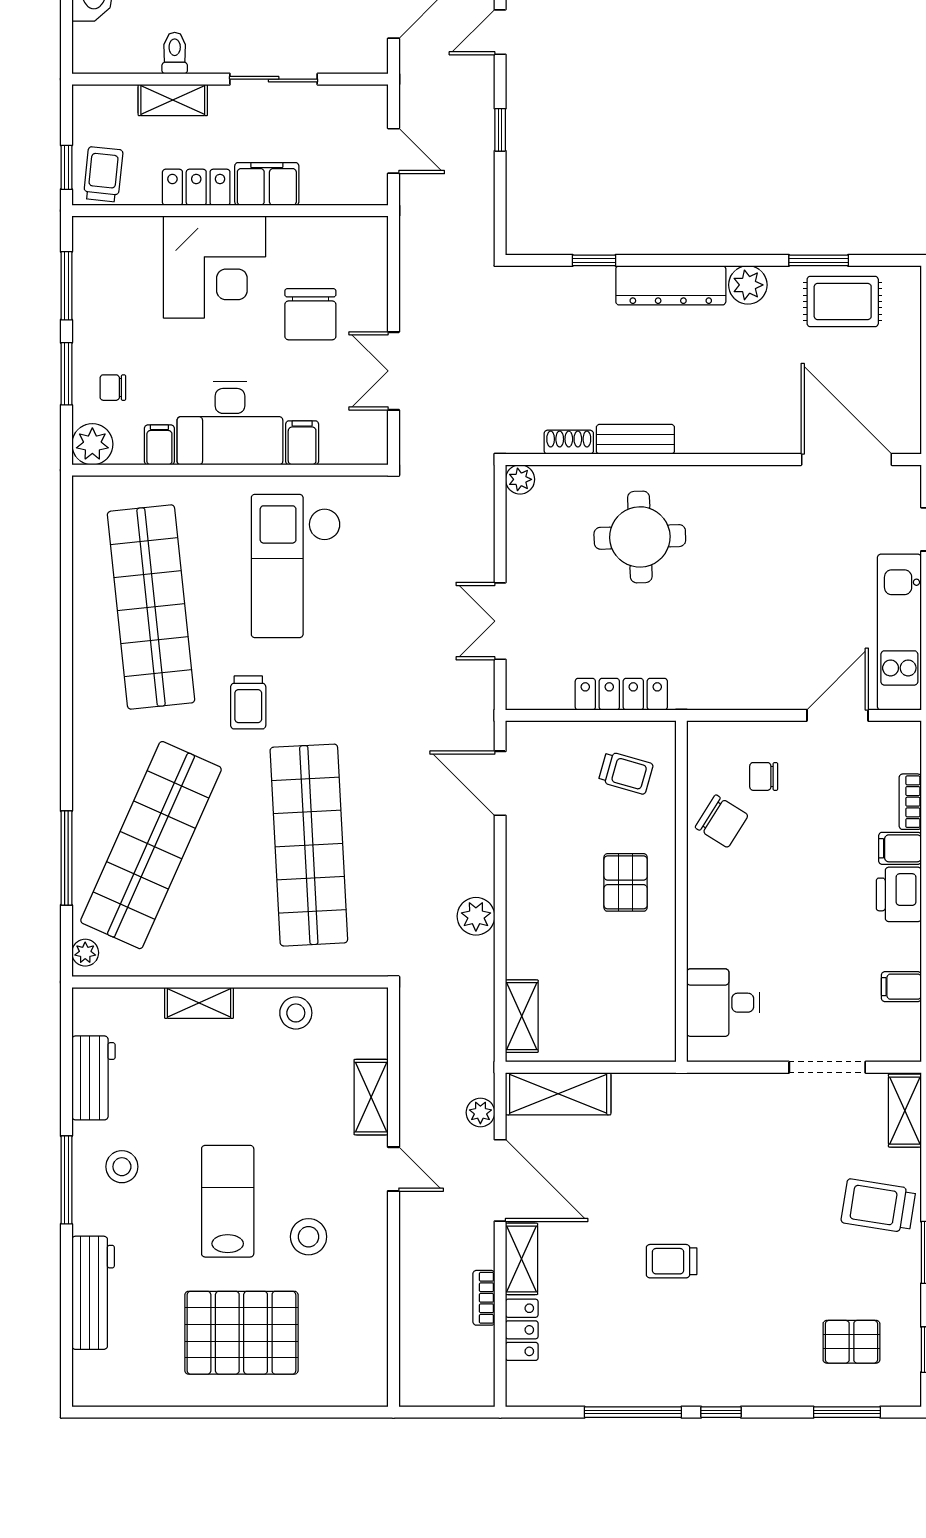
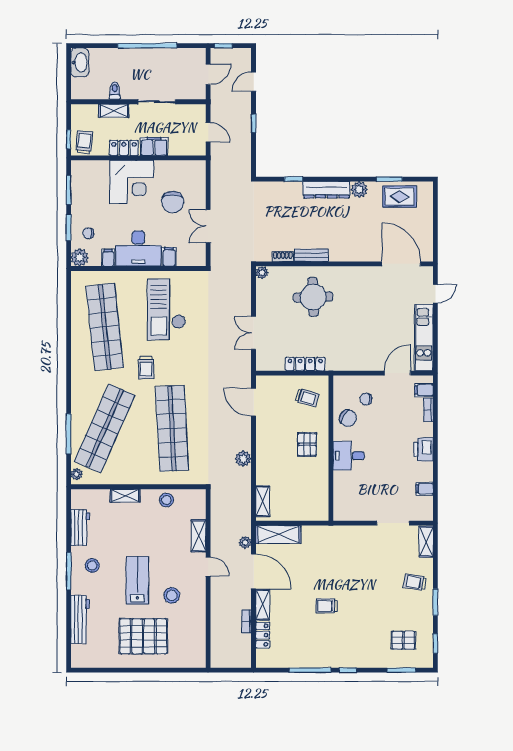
filing cabinet: (900, 848) -> (424, 390), moved
desk: (723, 1003) -> (349, 456), moved
trolley: (878, 1206) -> (415, 582), width x0.73, depth x0.72

